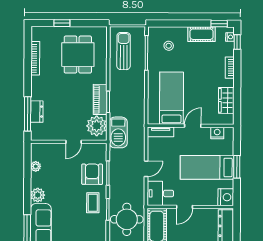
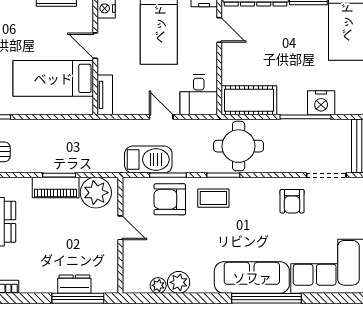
barbecue: (118, 132) -> (148, 160), moved
plant: (38, 195) -> (179, 282), moved
door: (185, 207) -> (219, 30), moved

